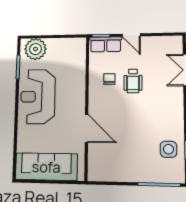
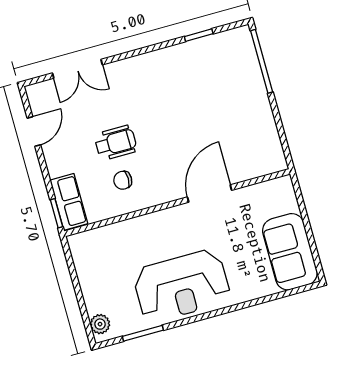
door: (131, 35) -> (34, 131), moved
plant: (35, 49) -> (100, 324), width x0.53, depth x0.53
side table: (168, 149) -> (205, 61), removed
sofa: (46, 167) -> (290, 252), width x0.73

